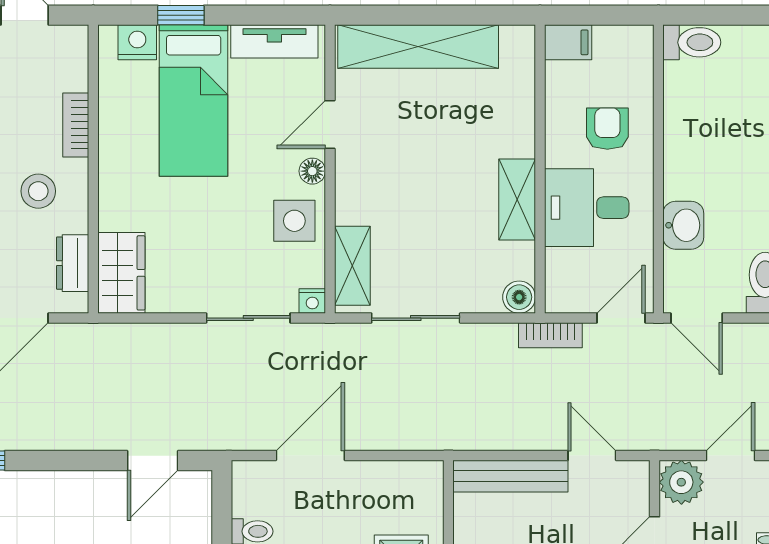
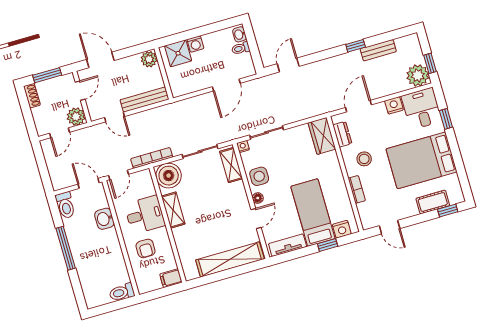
boiler: (519, 297) -> (169, 176), width x1.86, depth x1.86
bookcase: (550, 335) -> (152, 158), width x1.56

